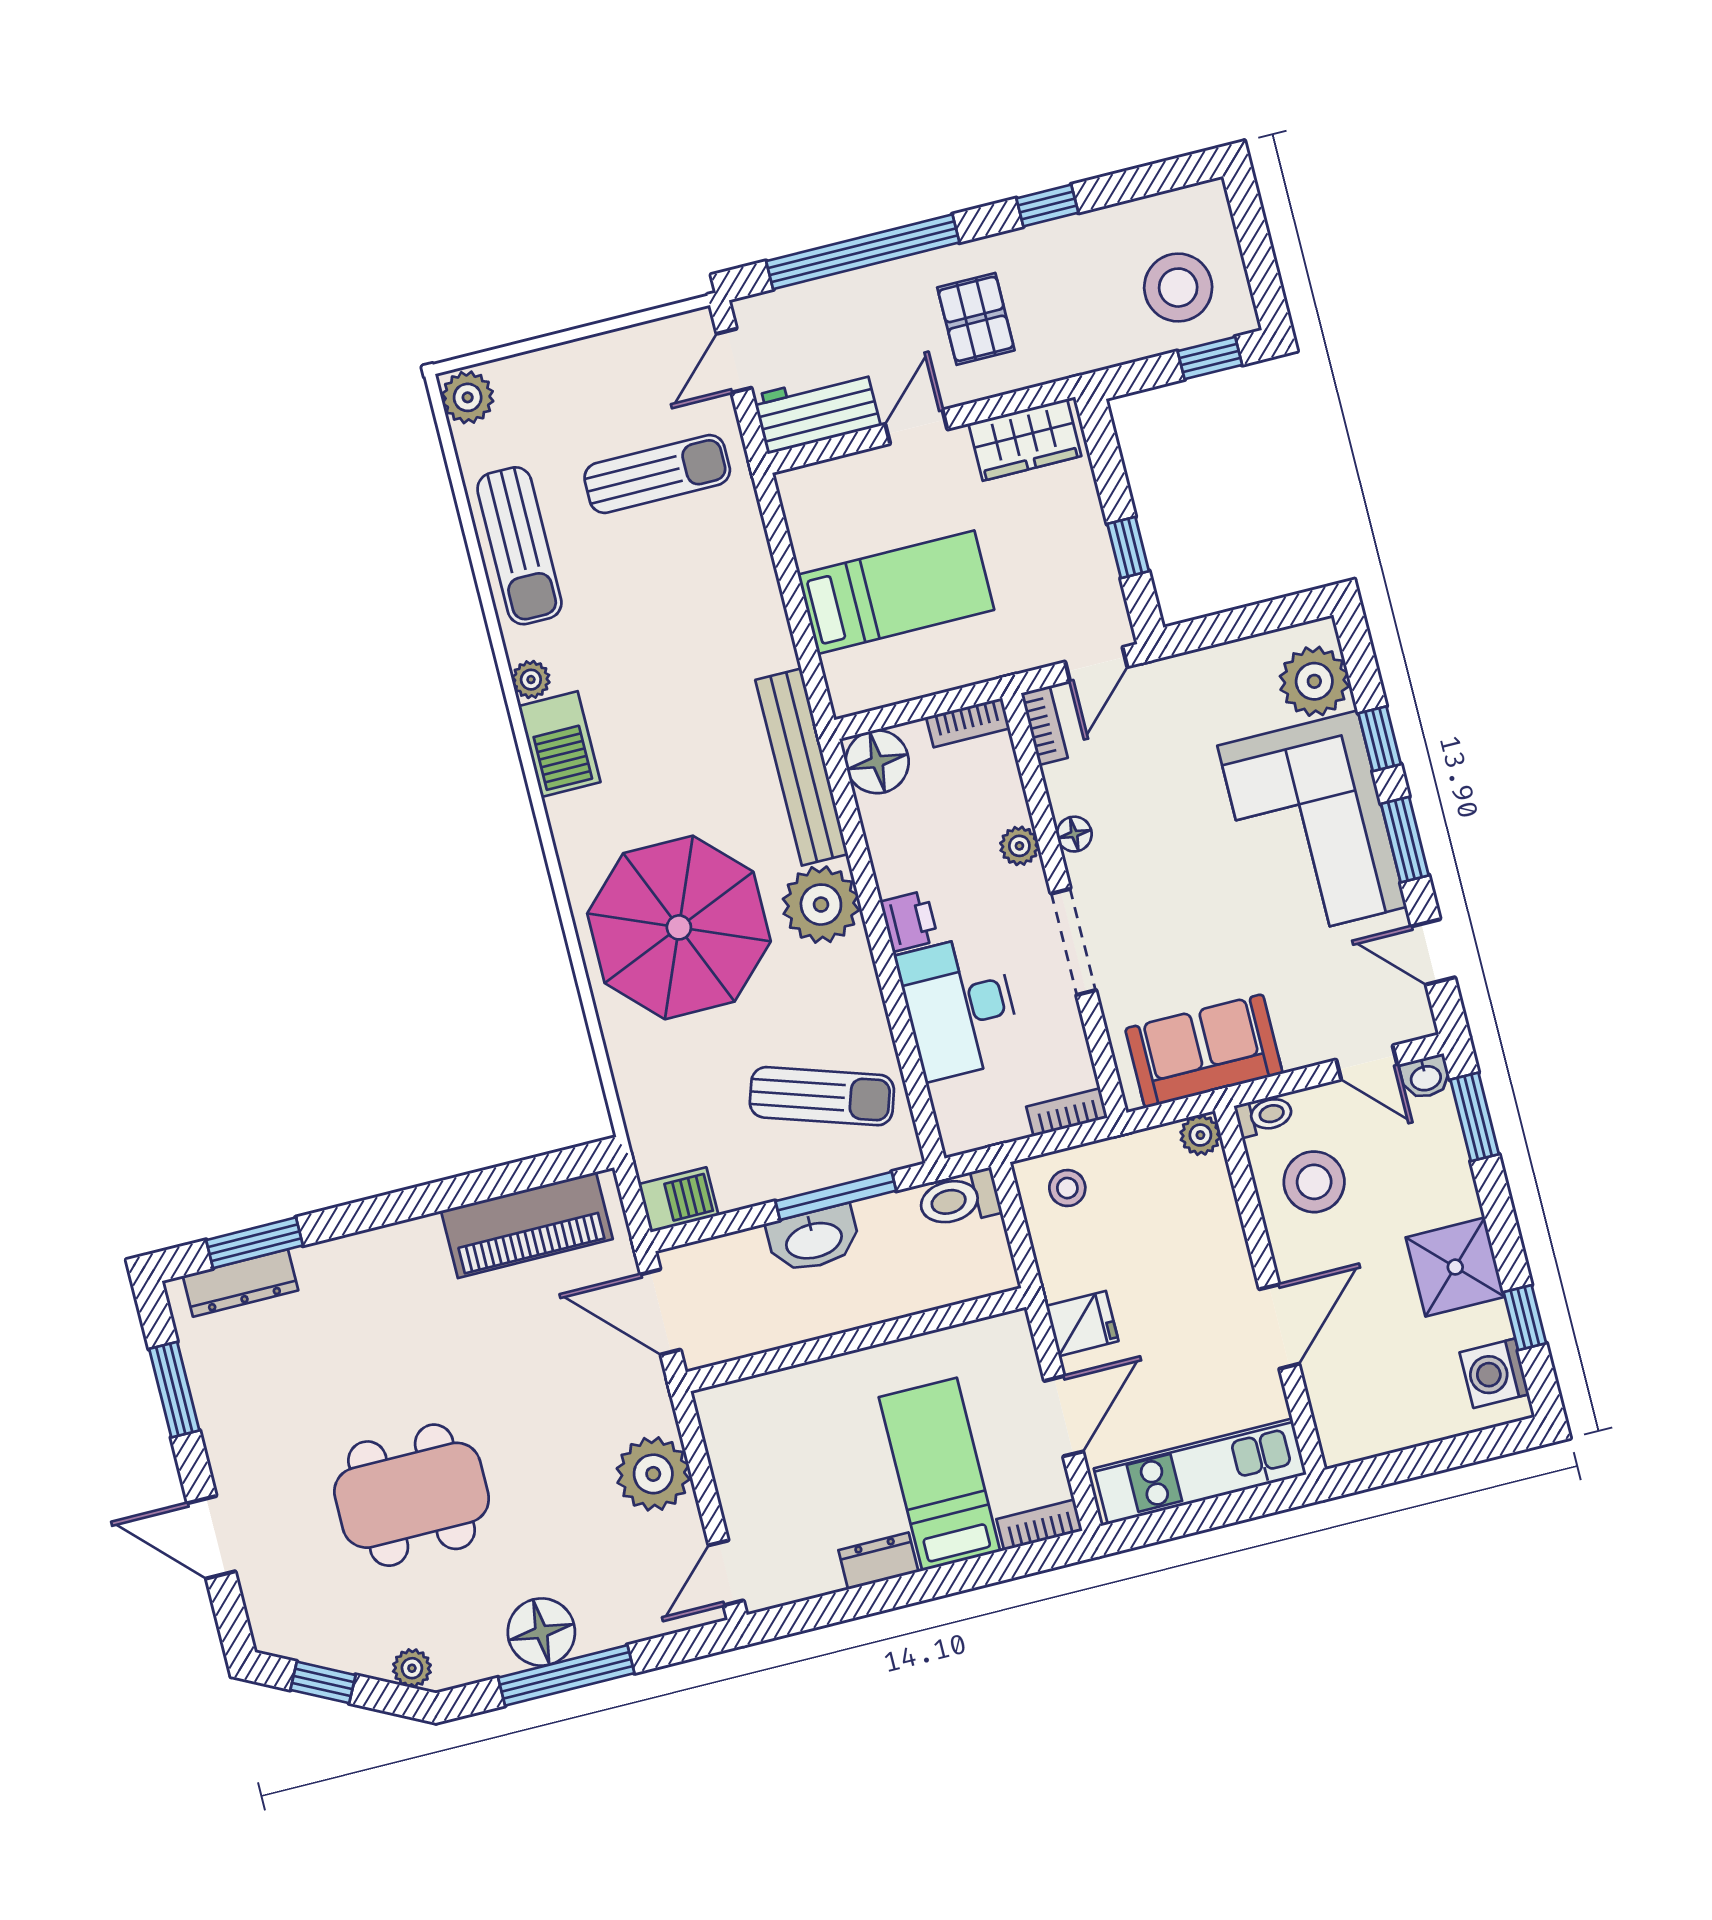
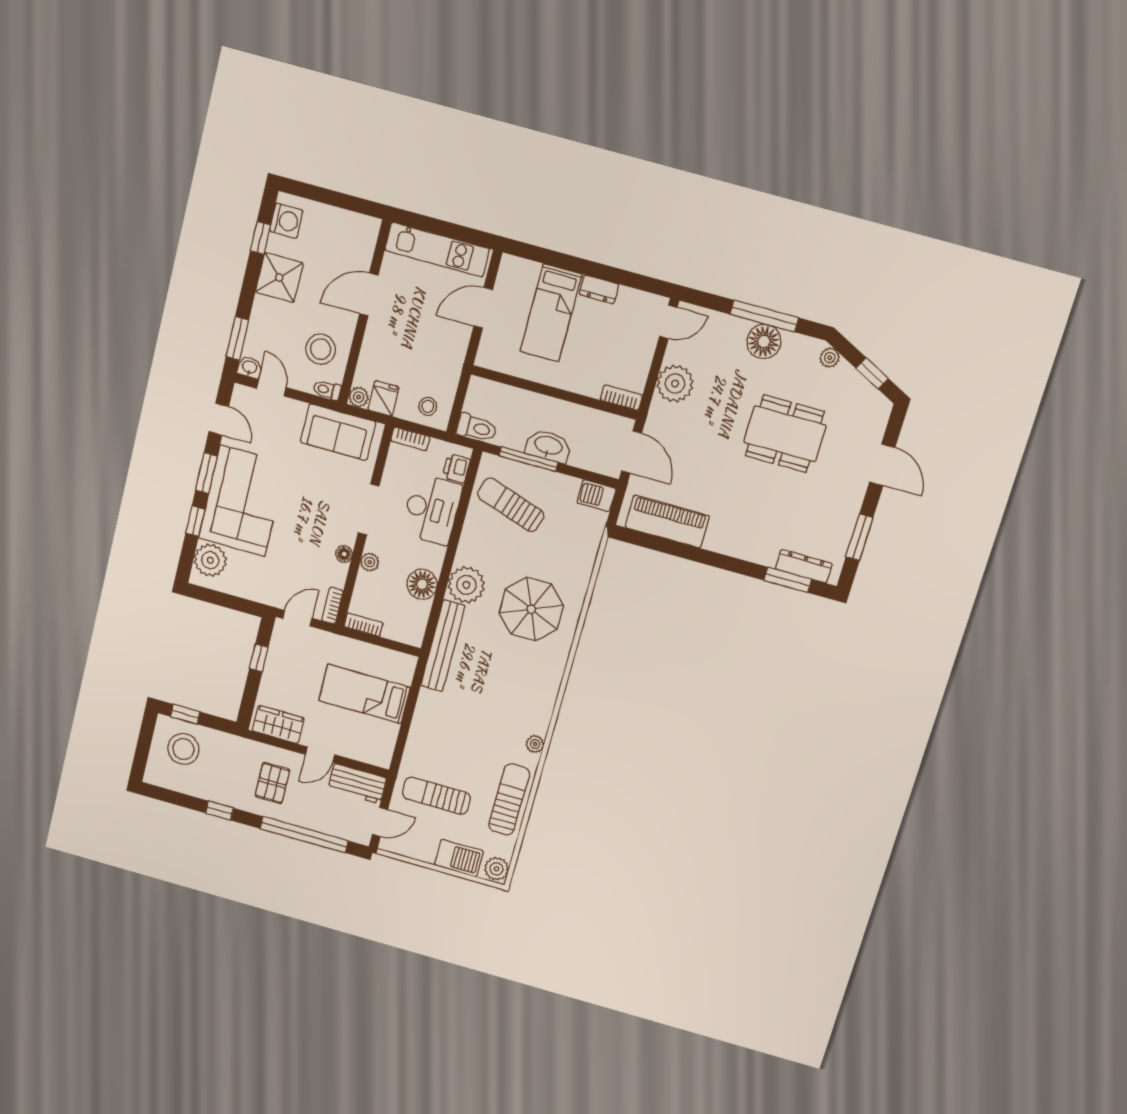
barbecue: (559, 744) -> (459, 858), moved, turned 90
floor lamp: (877, 762) -> (422, 584), moved
printer: (909, 921) -> (456, 468), moved
parasol: (679, 927) -> (531, 609), width x0.73, depth x0.73
fridge: (1082, 1324) -> (383, 398), moved, turned 90
bookcase: (1039, 1525) -> (621, 397), moved, turned 180

